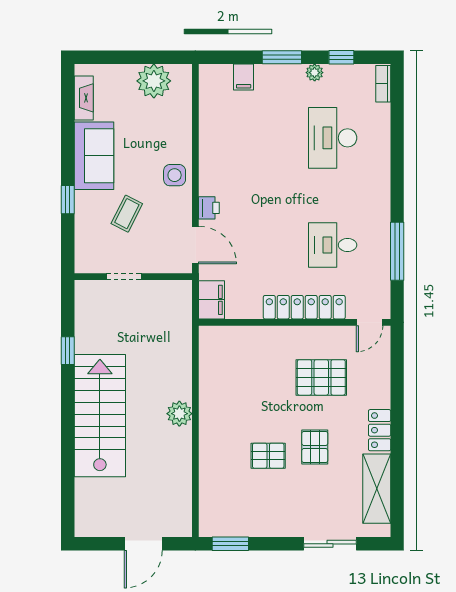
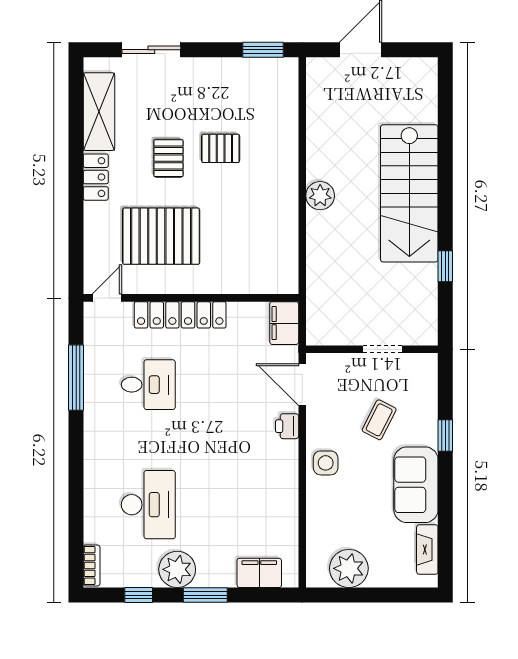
plant: (315, 73) -> (177, 569), width x1.87, depth x1.87
filing cabinet: (244, 77) -> (259, 573), width x2.00
pallet: (321, 377) -> (161, 236), width x1.37, depth x1.41

